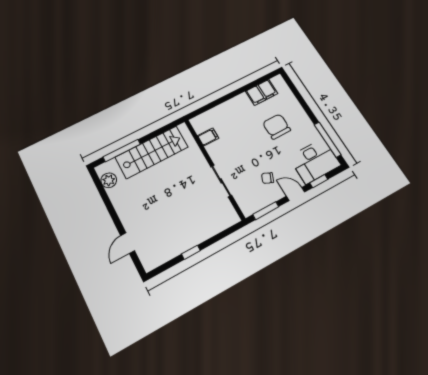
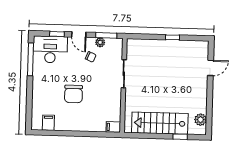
filing cabinet: (262, 92) -> (48, 123), width x0.50
chair: (277, 126) -> (73, 94), moved
filing cabinet: (208, 137) -> (113, 127), moved
window: (122, 151) -> (180, 137), width x0.46
plant: (267, 199) -> (100, 42), added

